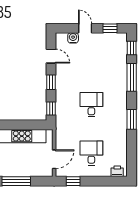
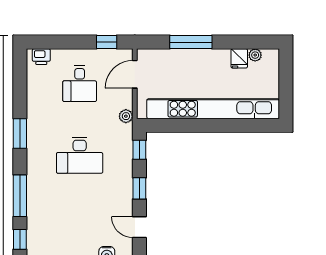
desk: (91, 105) -> (80, 155), width x1.37
plant: (60, 131) -> (126, 116), added

